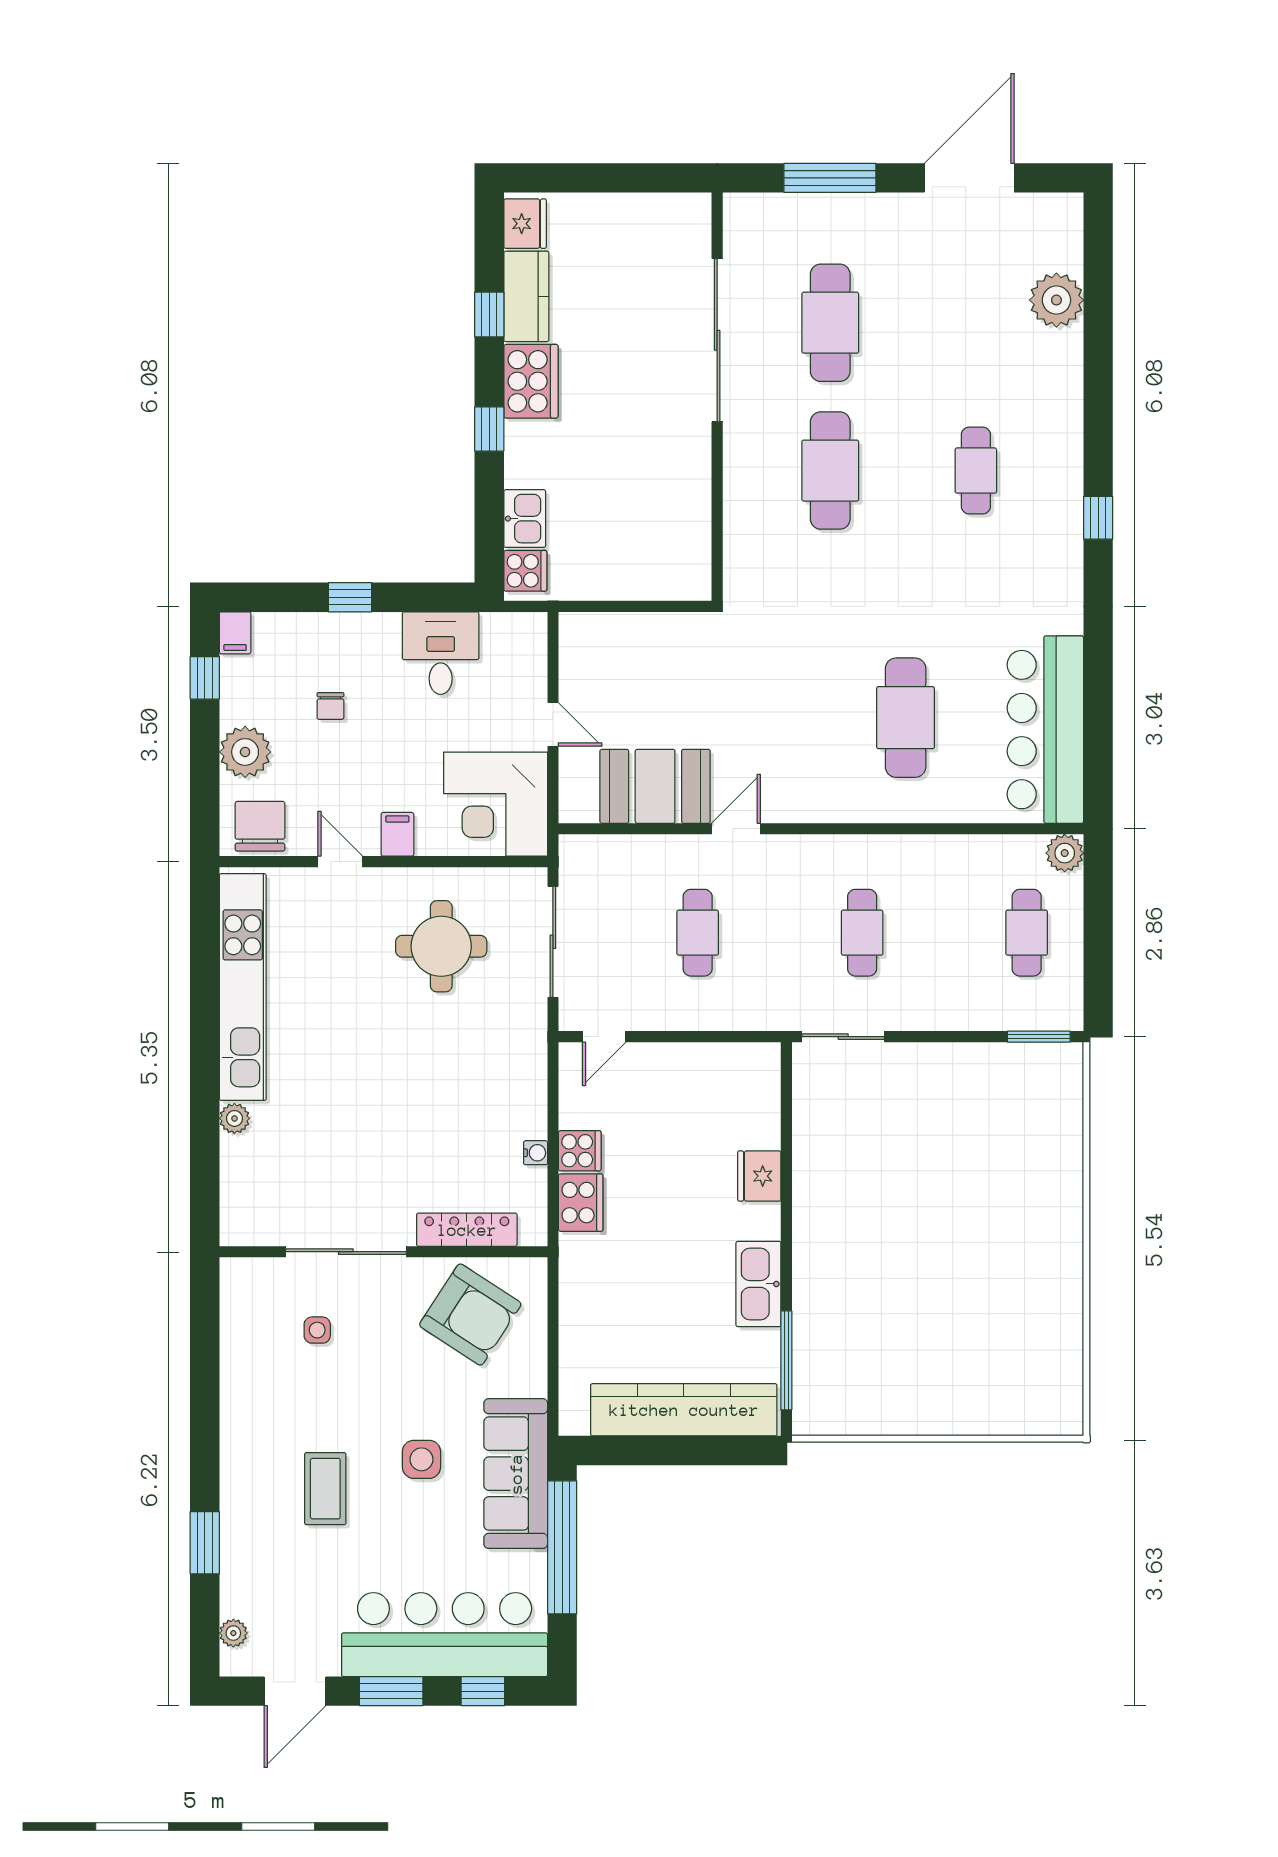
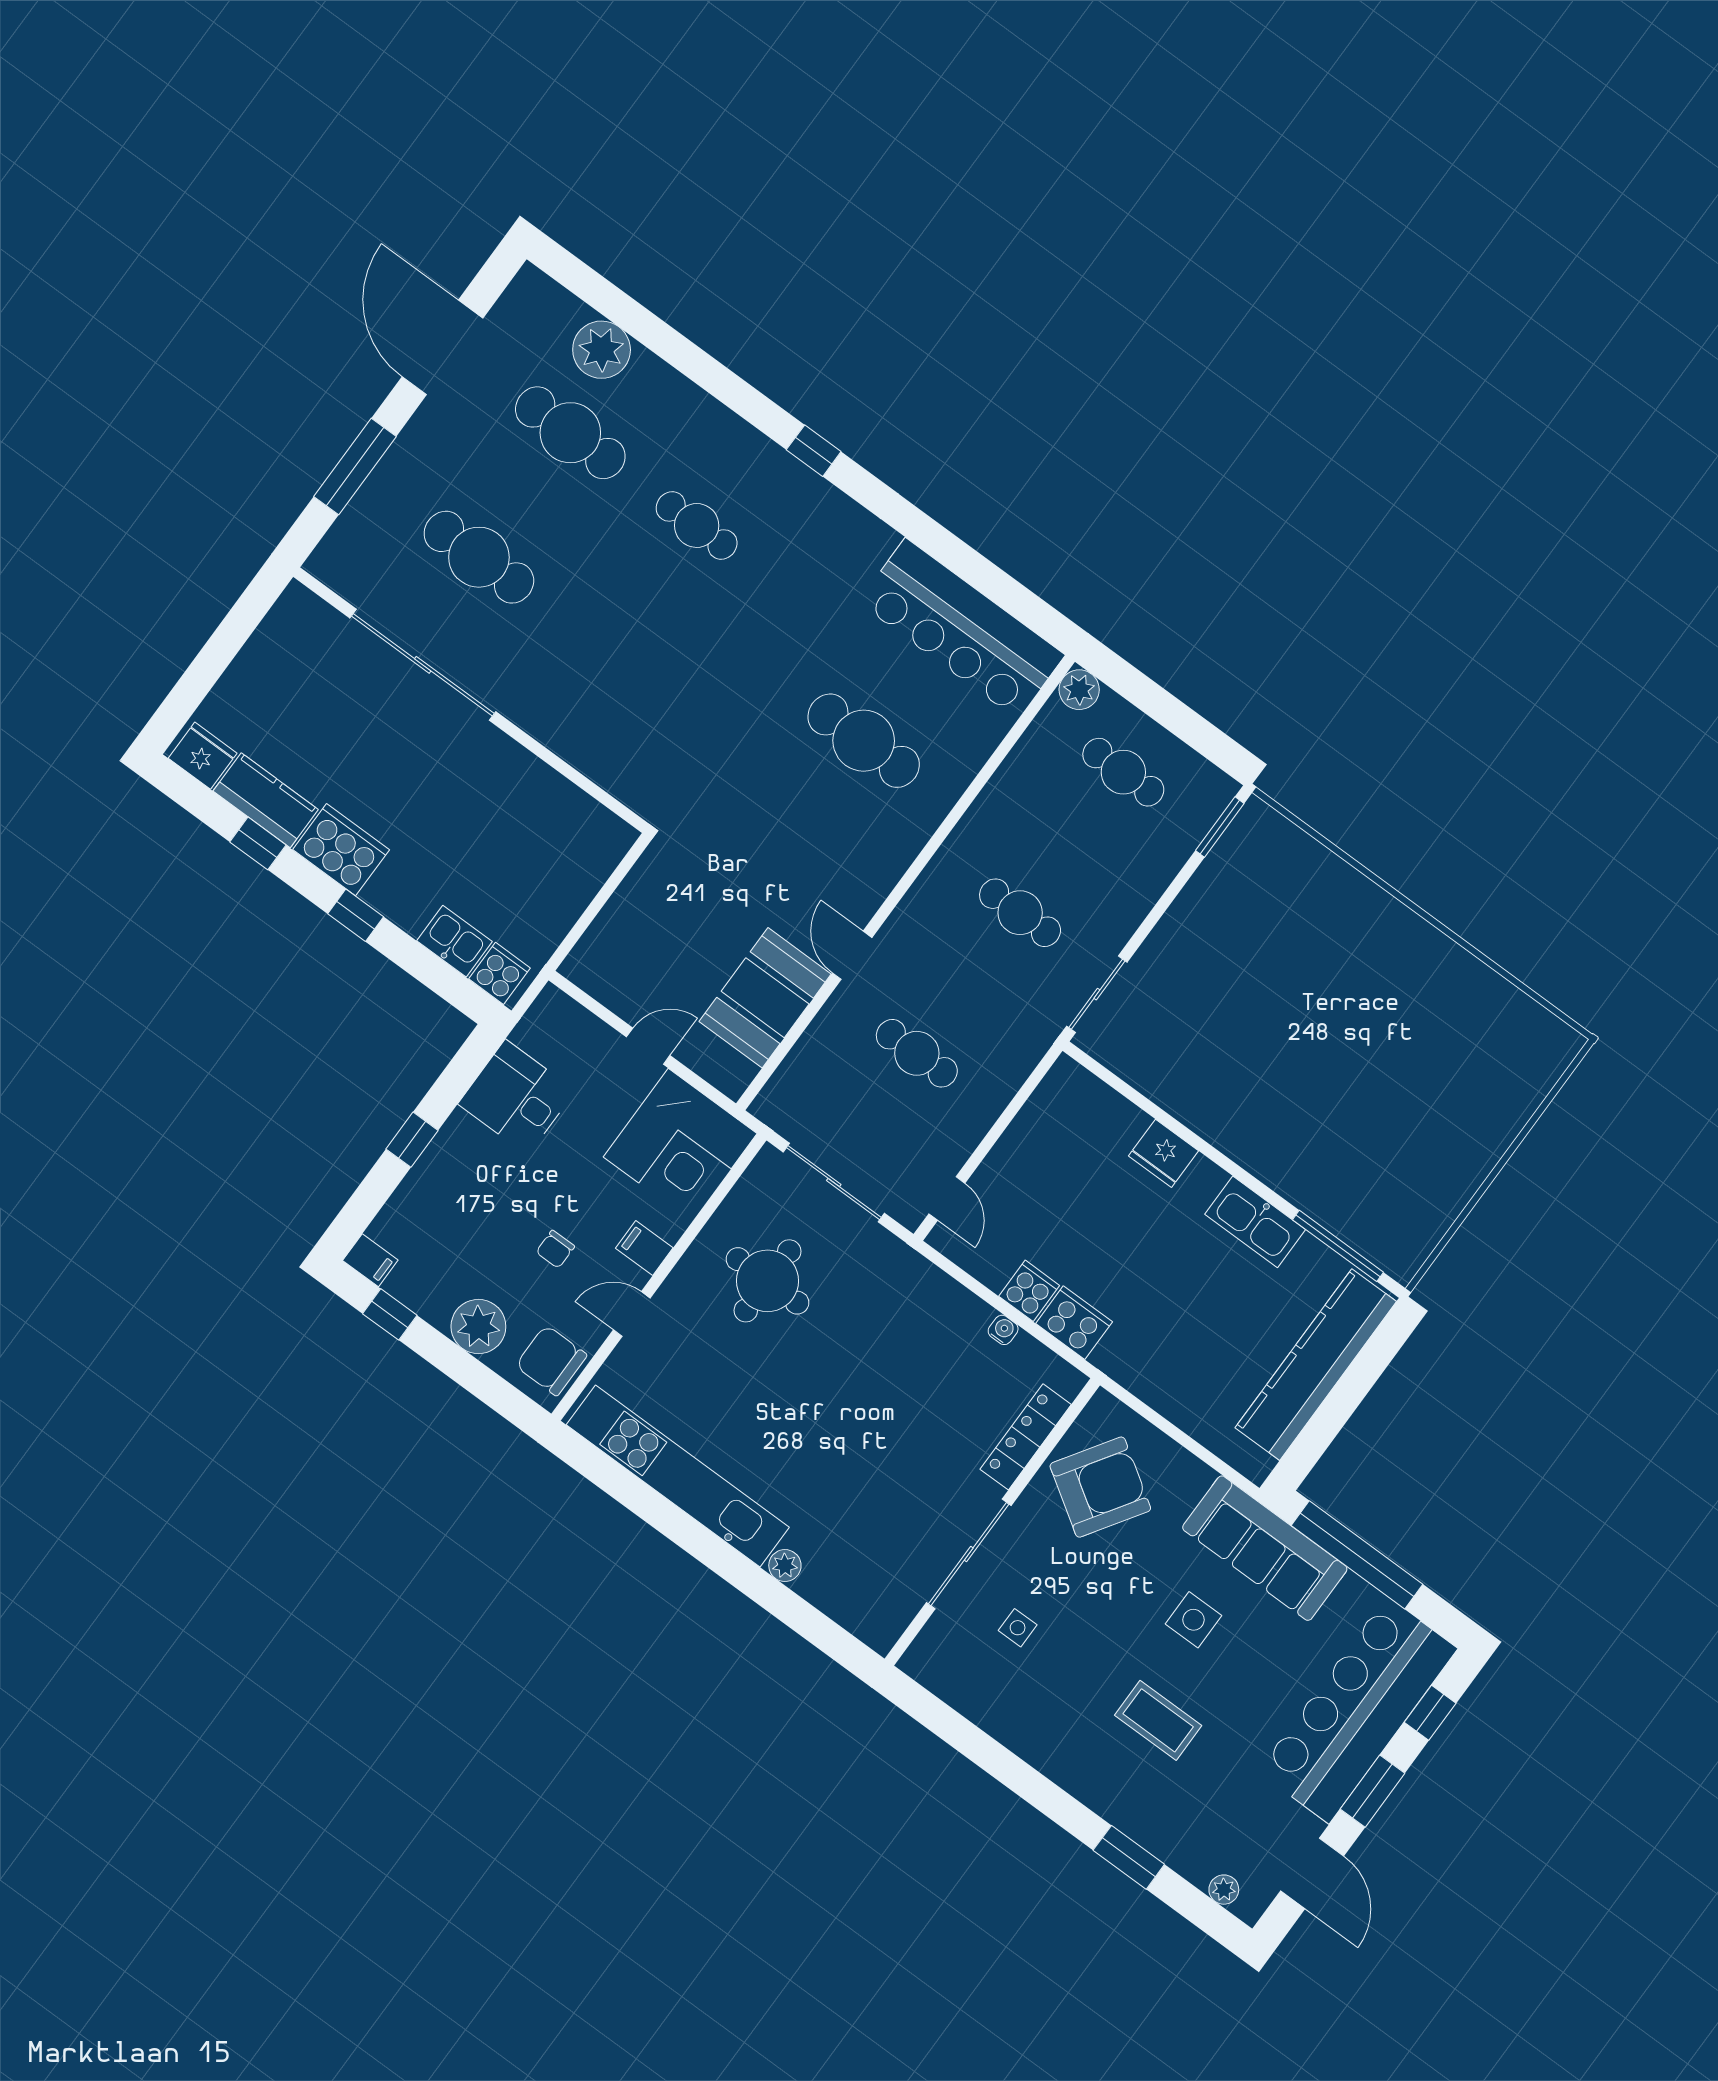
cafe table: (830, 471) -> (570, 433), moved
chair: (330, 706) -> (555, 1249), moved, turned 90

